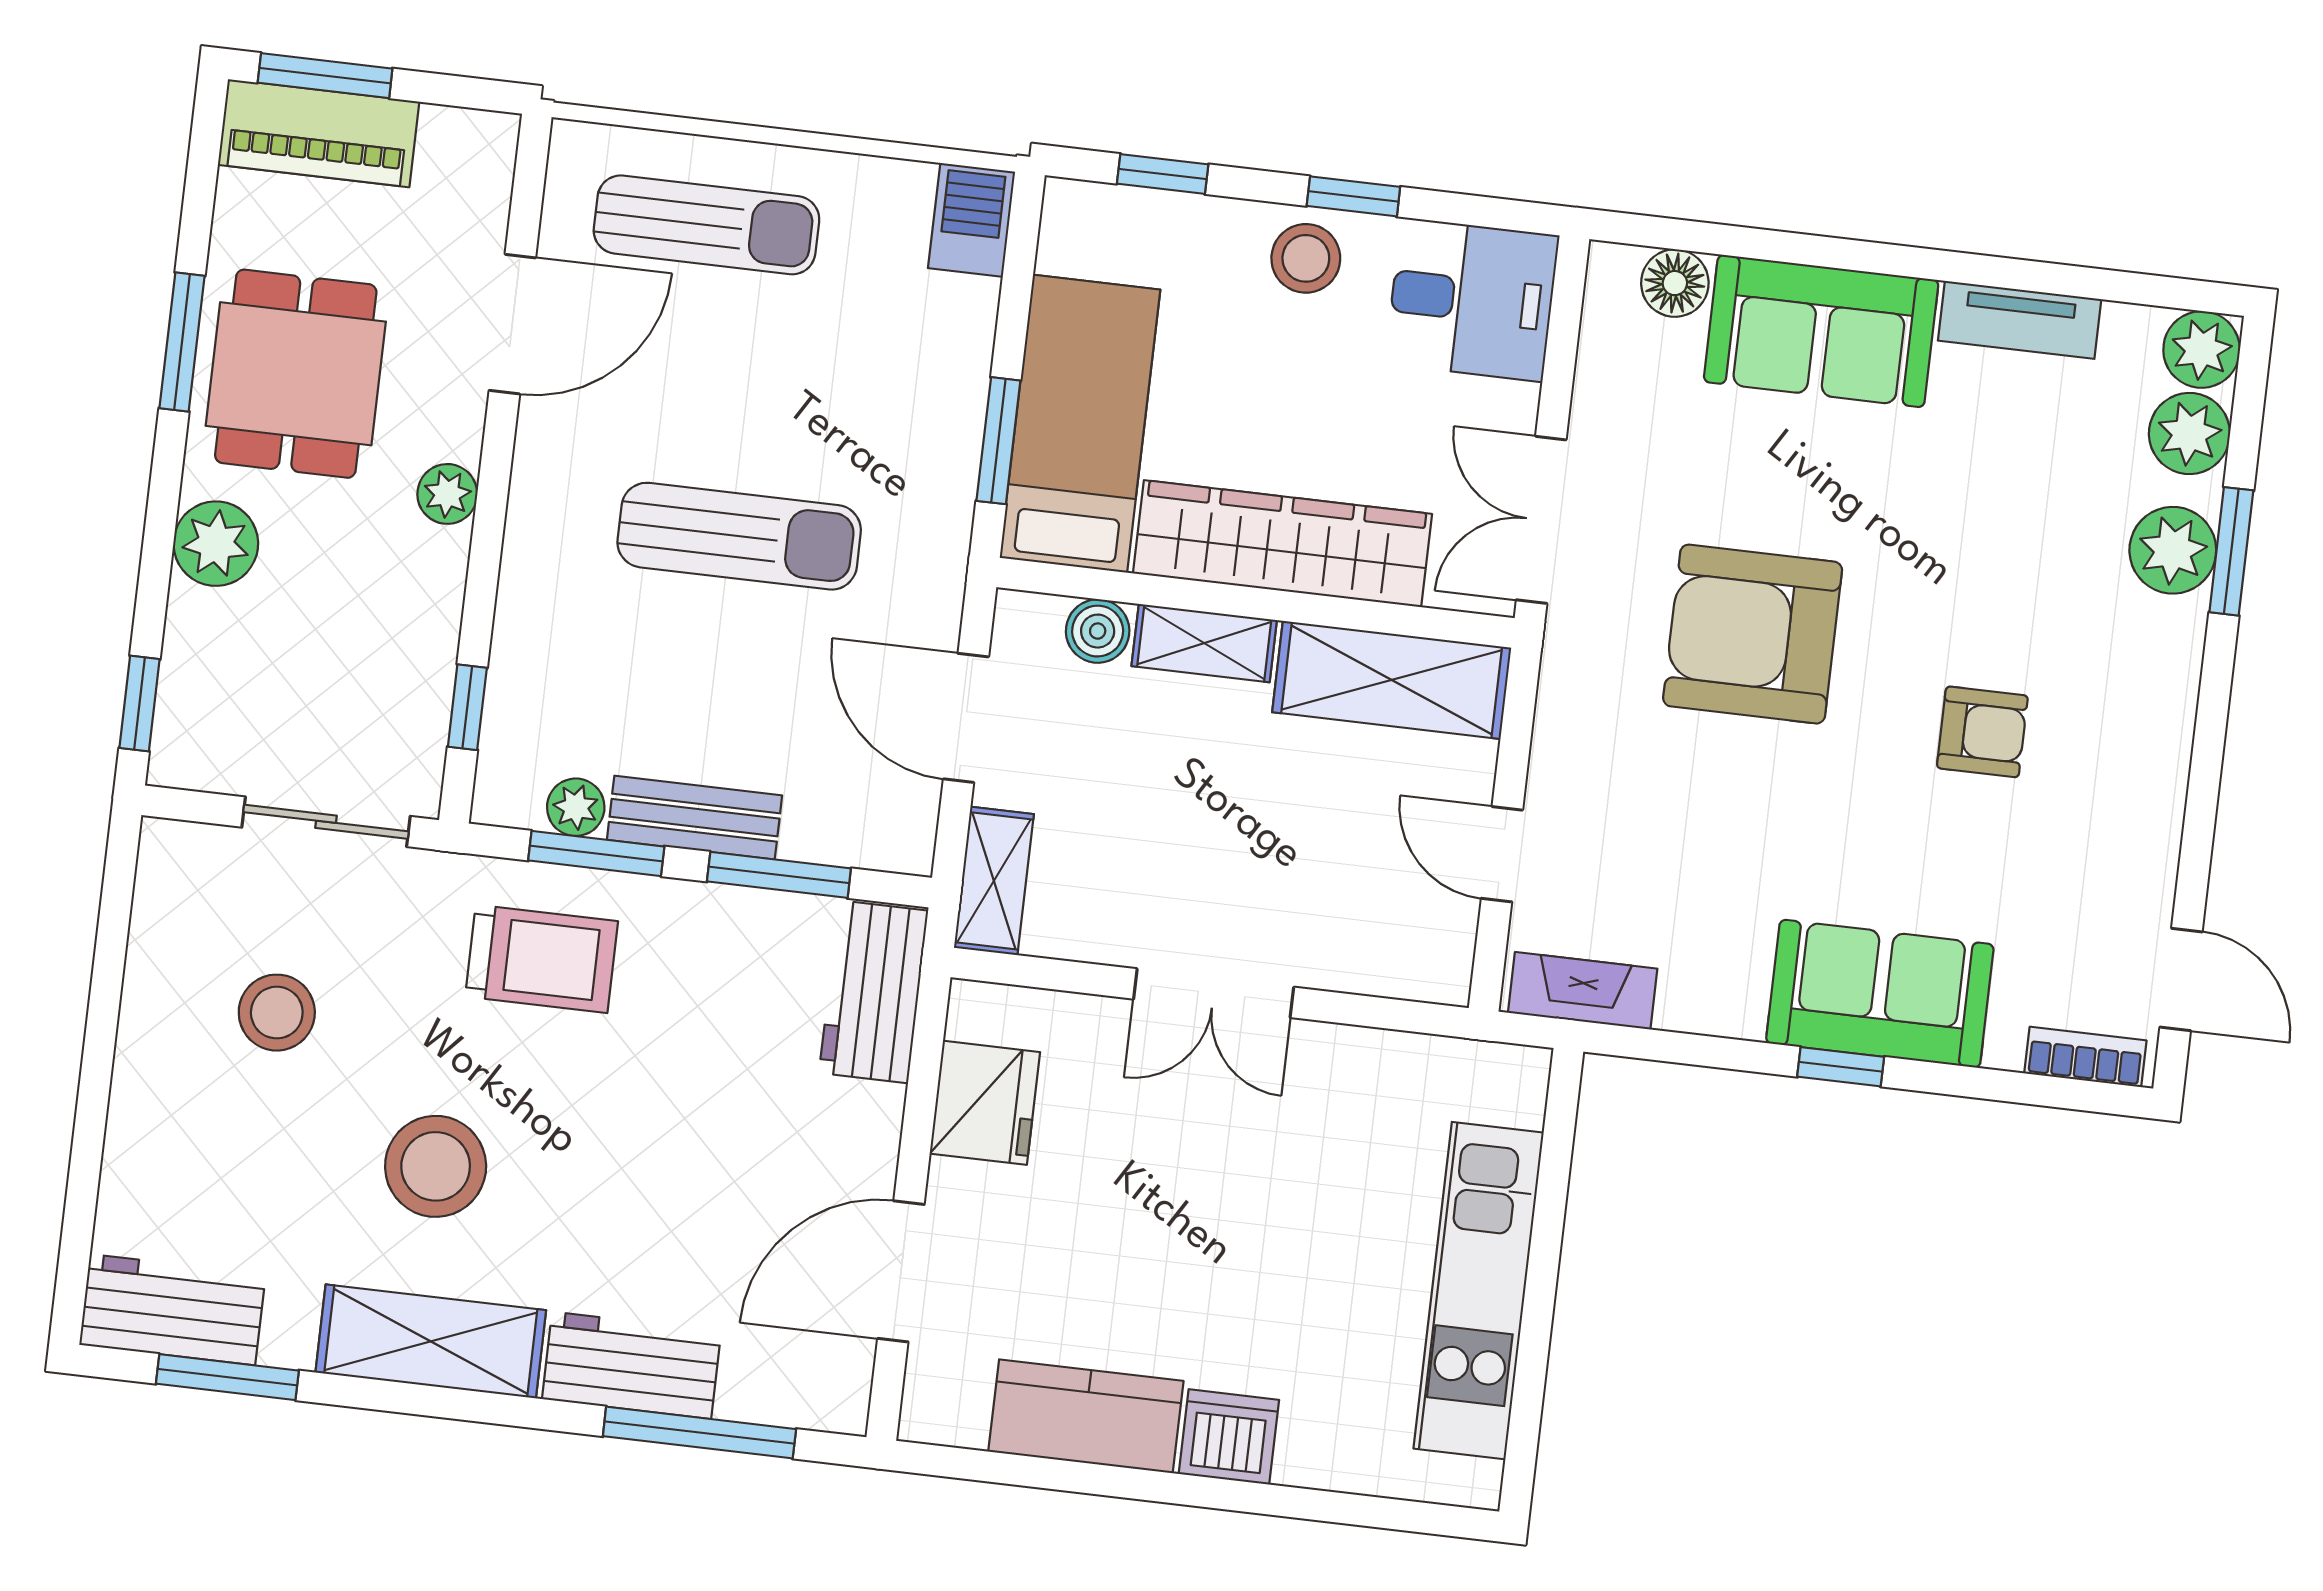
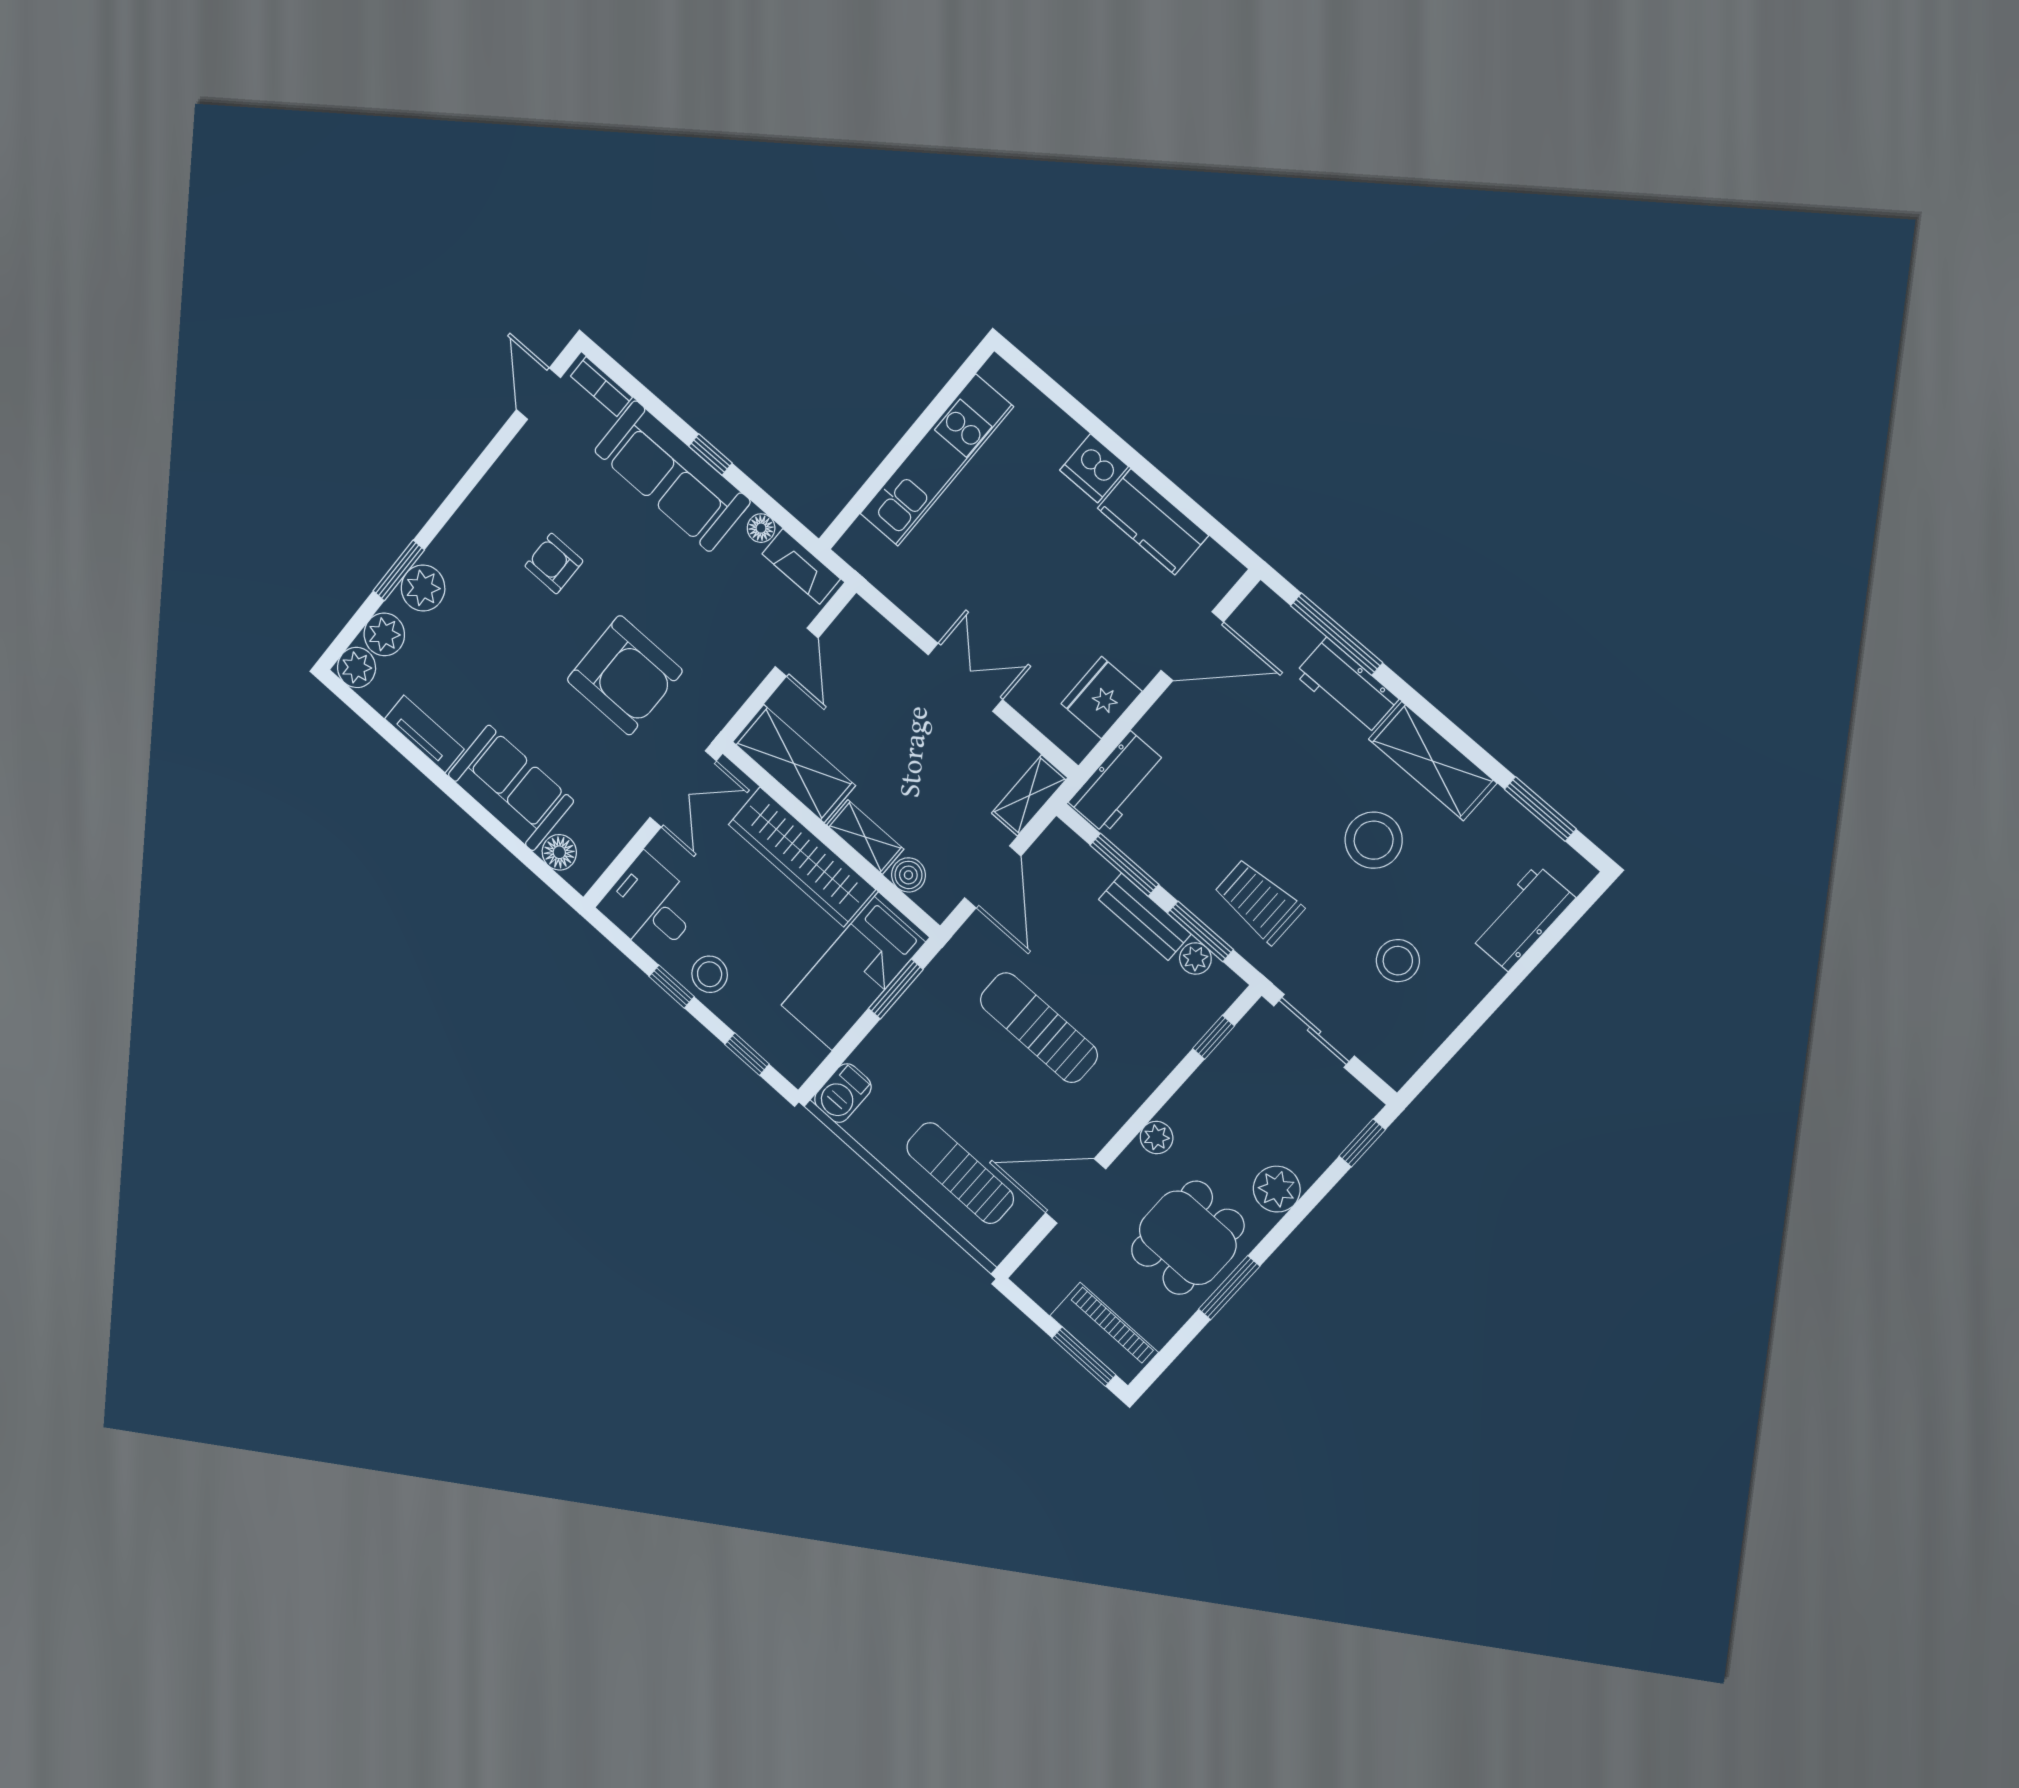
sofa: (1880, 994) -> (672, 476), width x1.36
floor lamp: (1685, 1007) -> (761, 528), added
workbench: (172, 1310) -> (1522, 918), moved, turned 90

